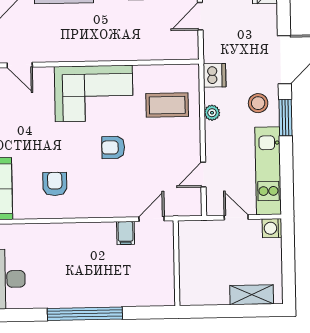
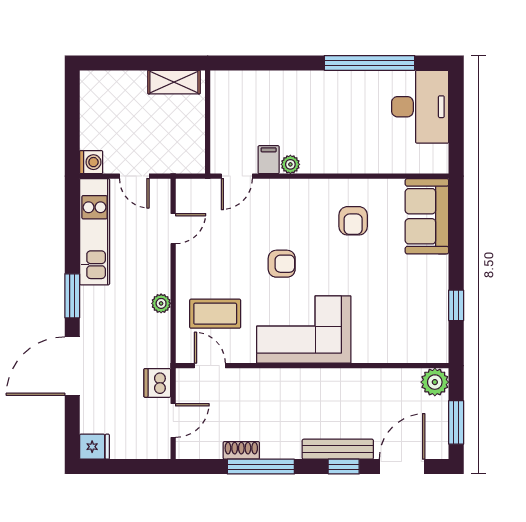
door: (20, 65) -> (210, 366), moved
dishwasher: (214, 75) -> (157, 383), moved
stool: (258, 103) -> (105, 314), removed
plant: (108, 229) -> (290, 164), added
shelving: (252, 295) -> (174, 82), moved
window: (85, 314) -> (370, 63), moved

